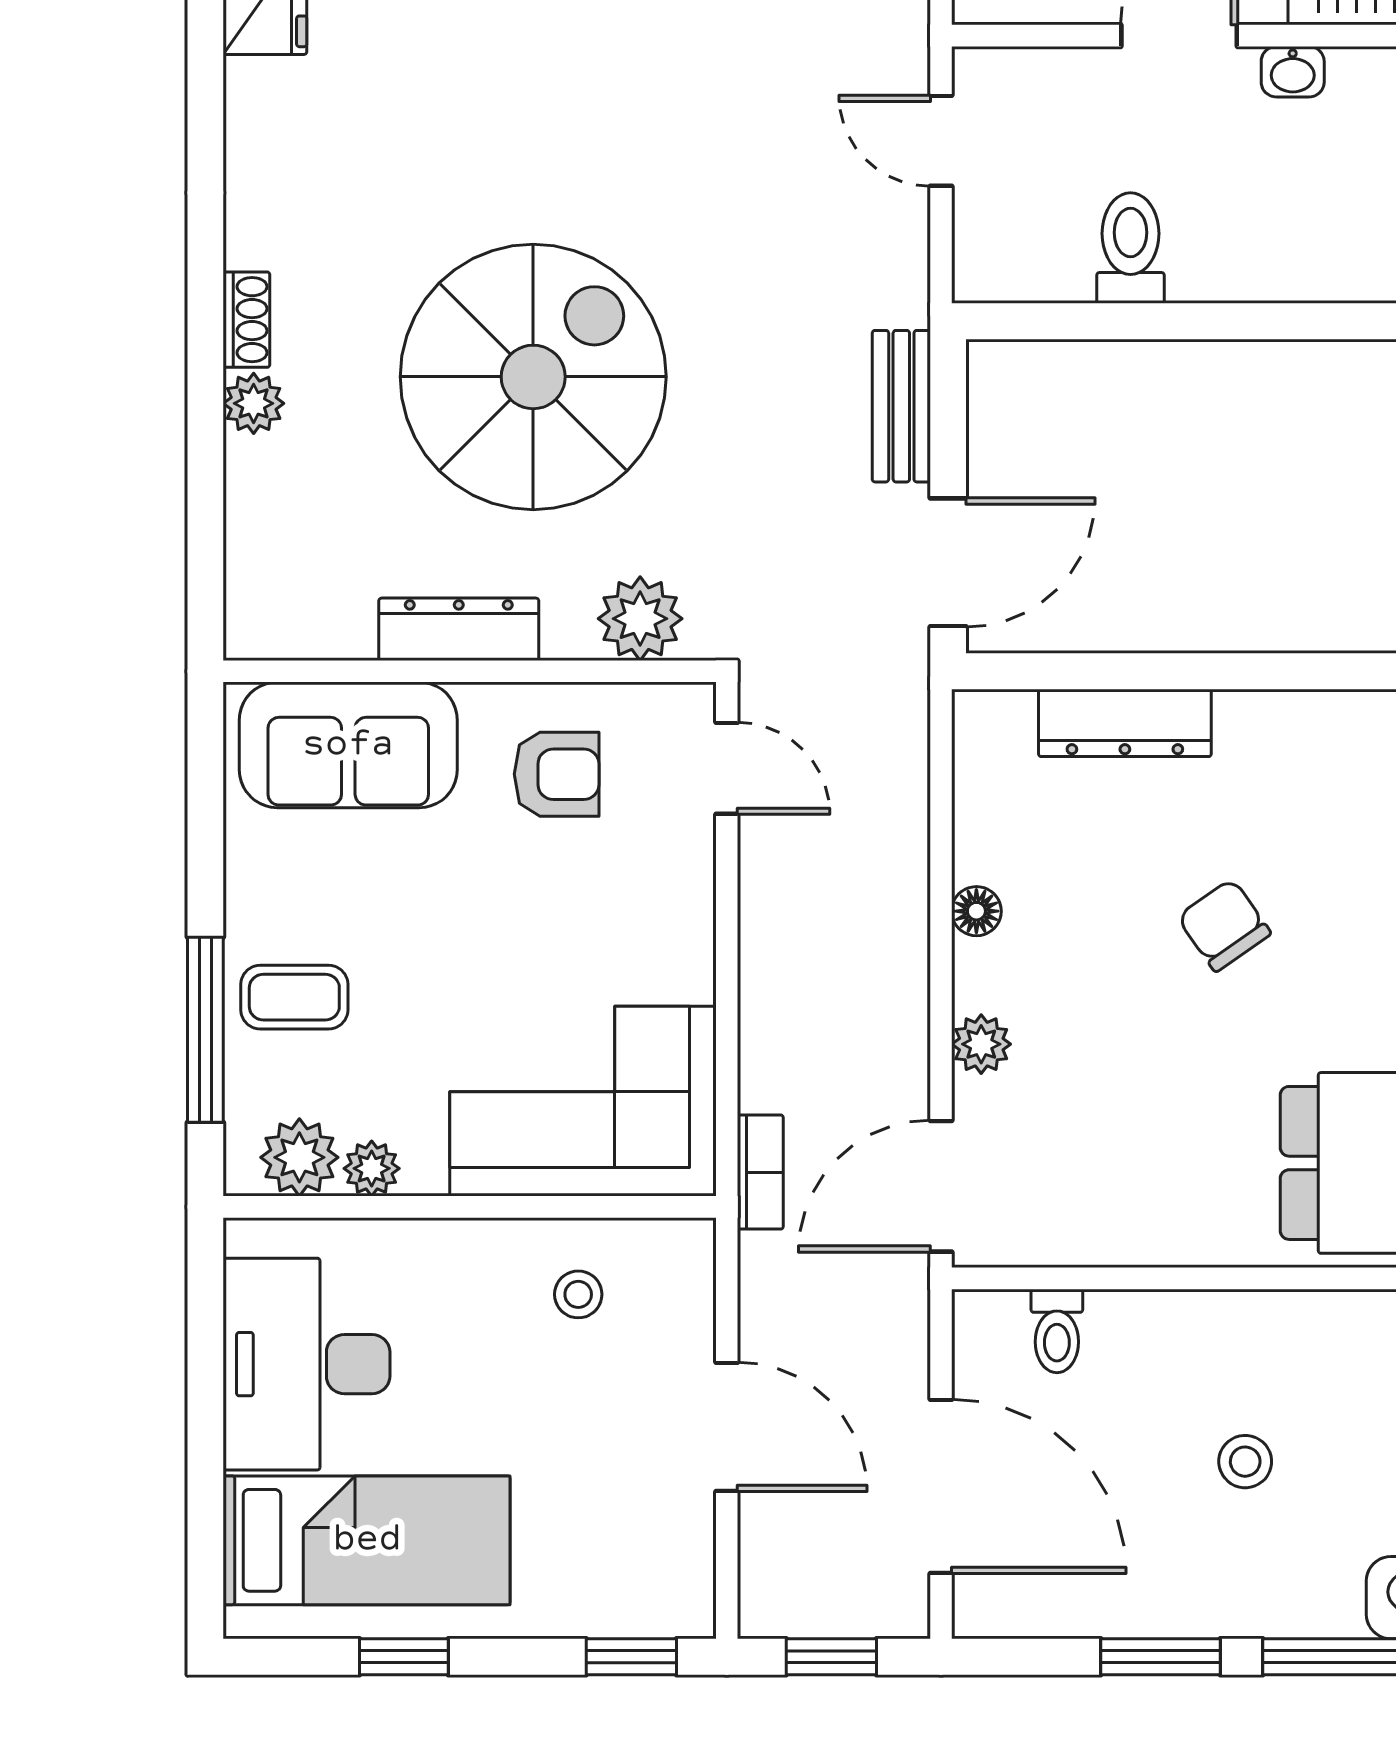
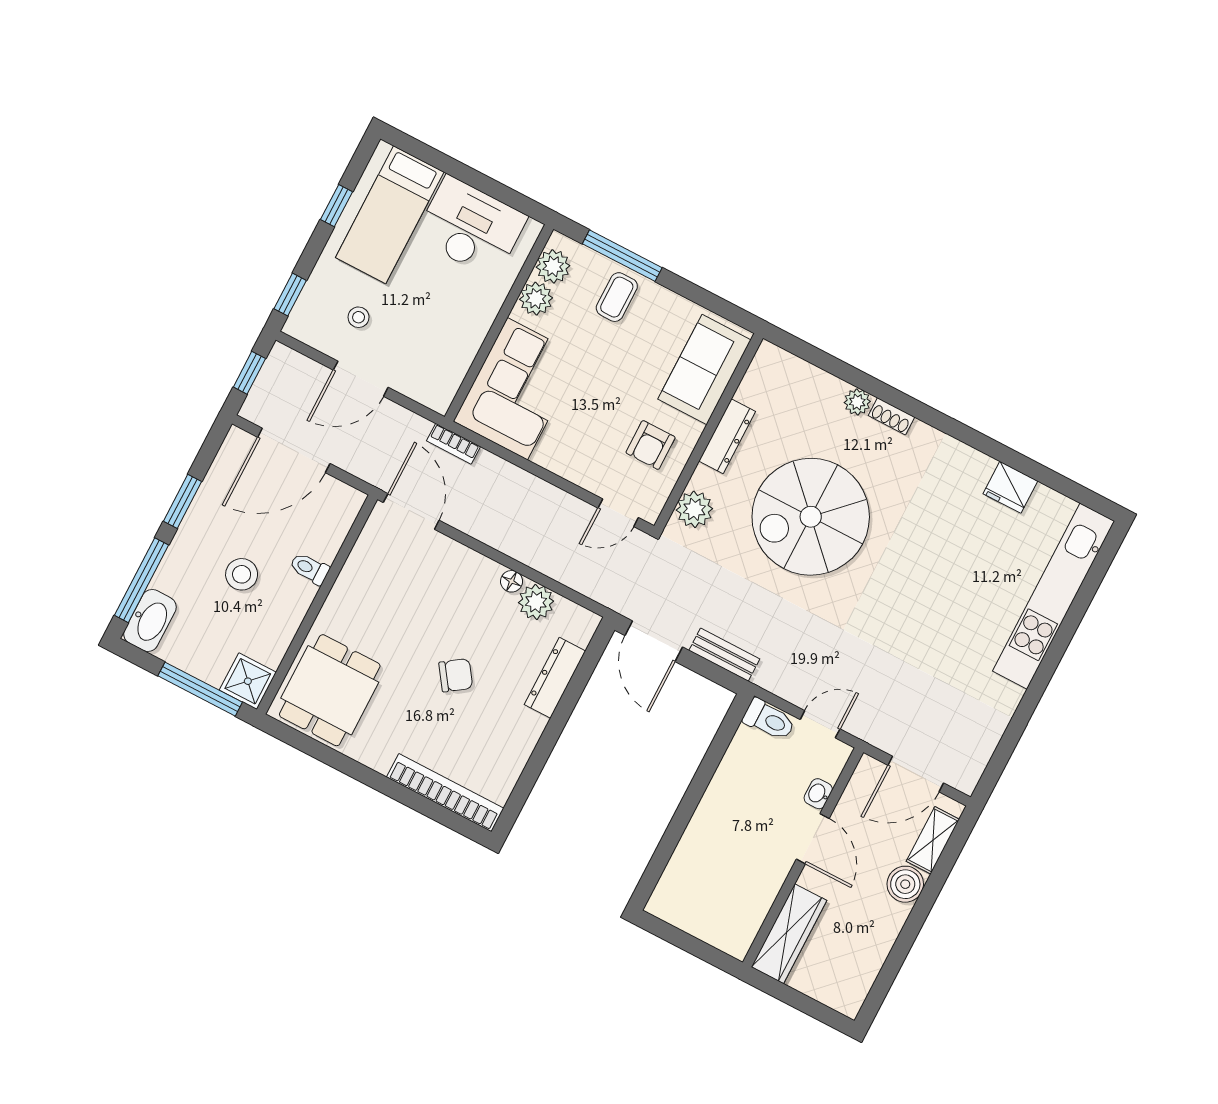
washbasin: (1293, 72) -> (818, 794), moved
toilet: (1130, 248) -> (769, 720), moved
spiral stairs: (533, 377) -> (811, 517), turned 90
plant: (981, 1044) -> (536, 602), moved, width x1.38, depth x1.38
plant: (372, 1168) -> (536, 299), width x1.38, depth x1.38
stool: (578, 1294) -> (359, 317), moved
toilet: (1057, 1331) -> (310, 569), moved
stool: (1245, 1462) -> (242, 574), width x1.37, depth x1.37

